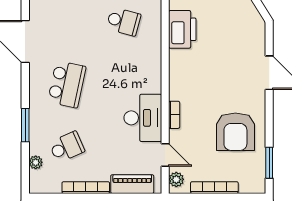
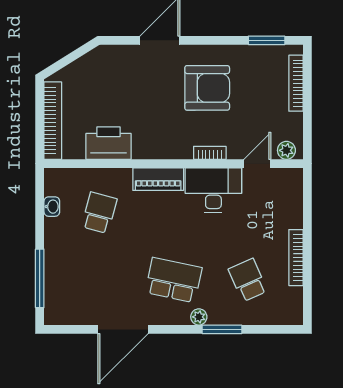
armchair: (235, 132) -> (207, 88), moved
plant: (36, 162) -> (199, 317), moved
piano: (132, 184) -> (158, 179), moved, turned -90
bookcase: (214, 188) -> (296, 83), moved

